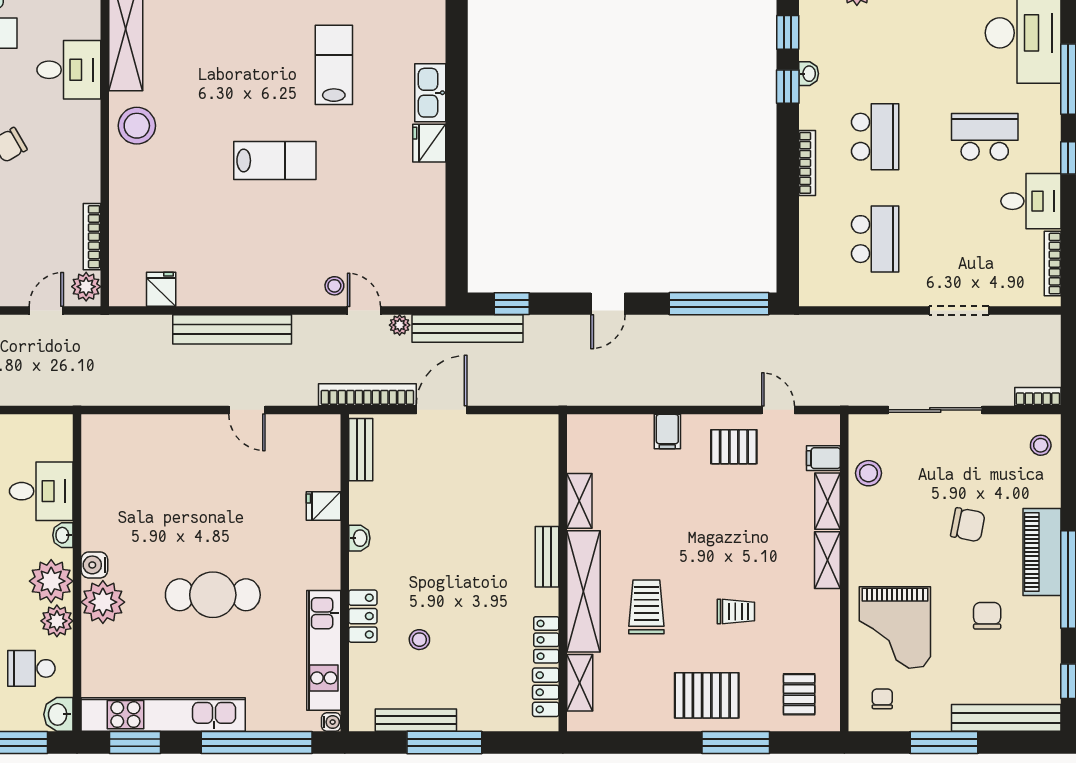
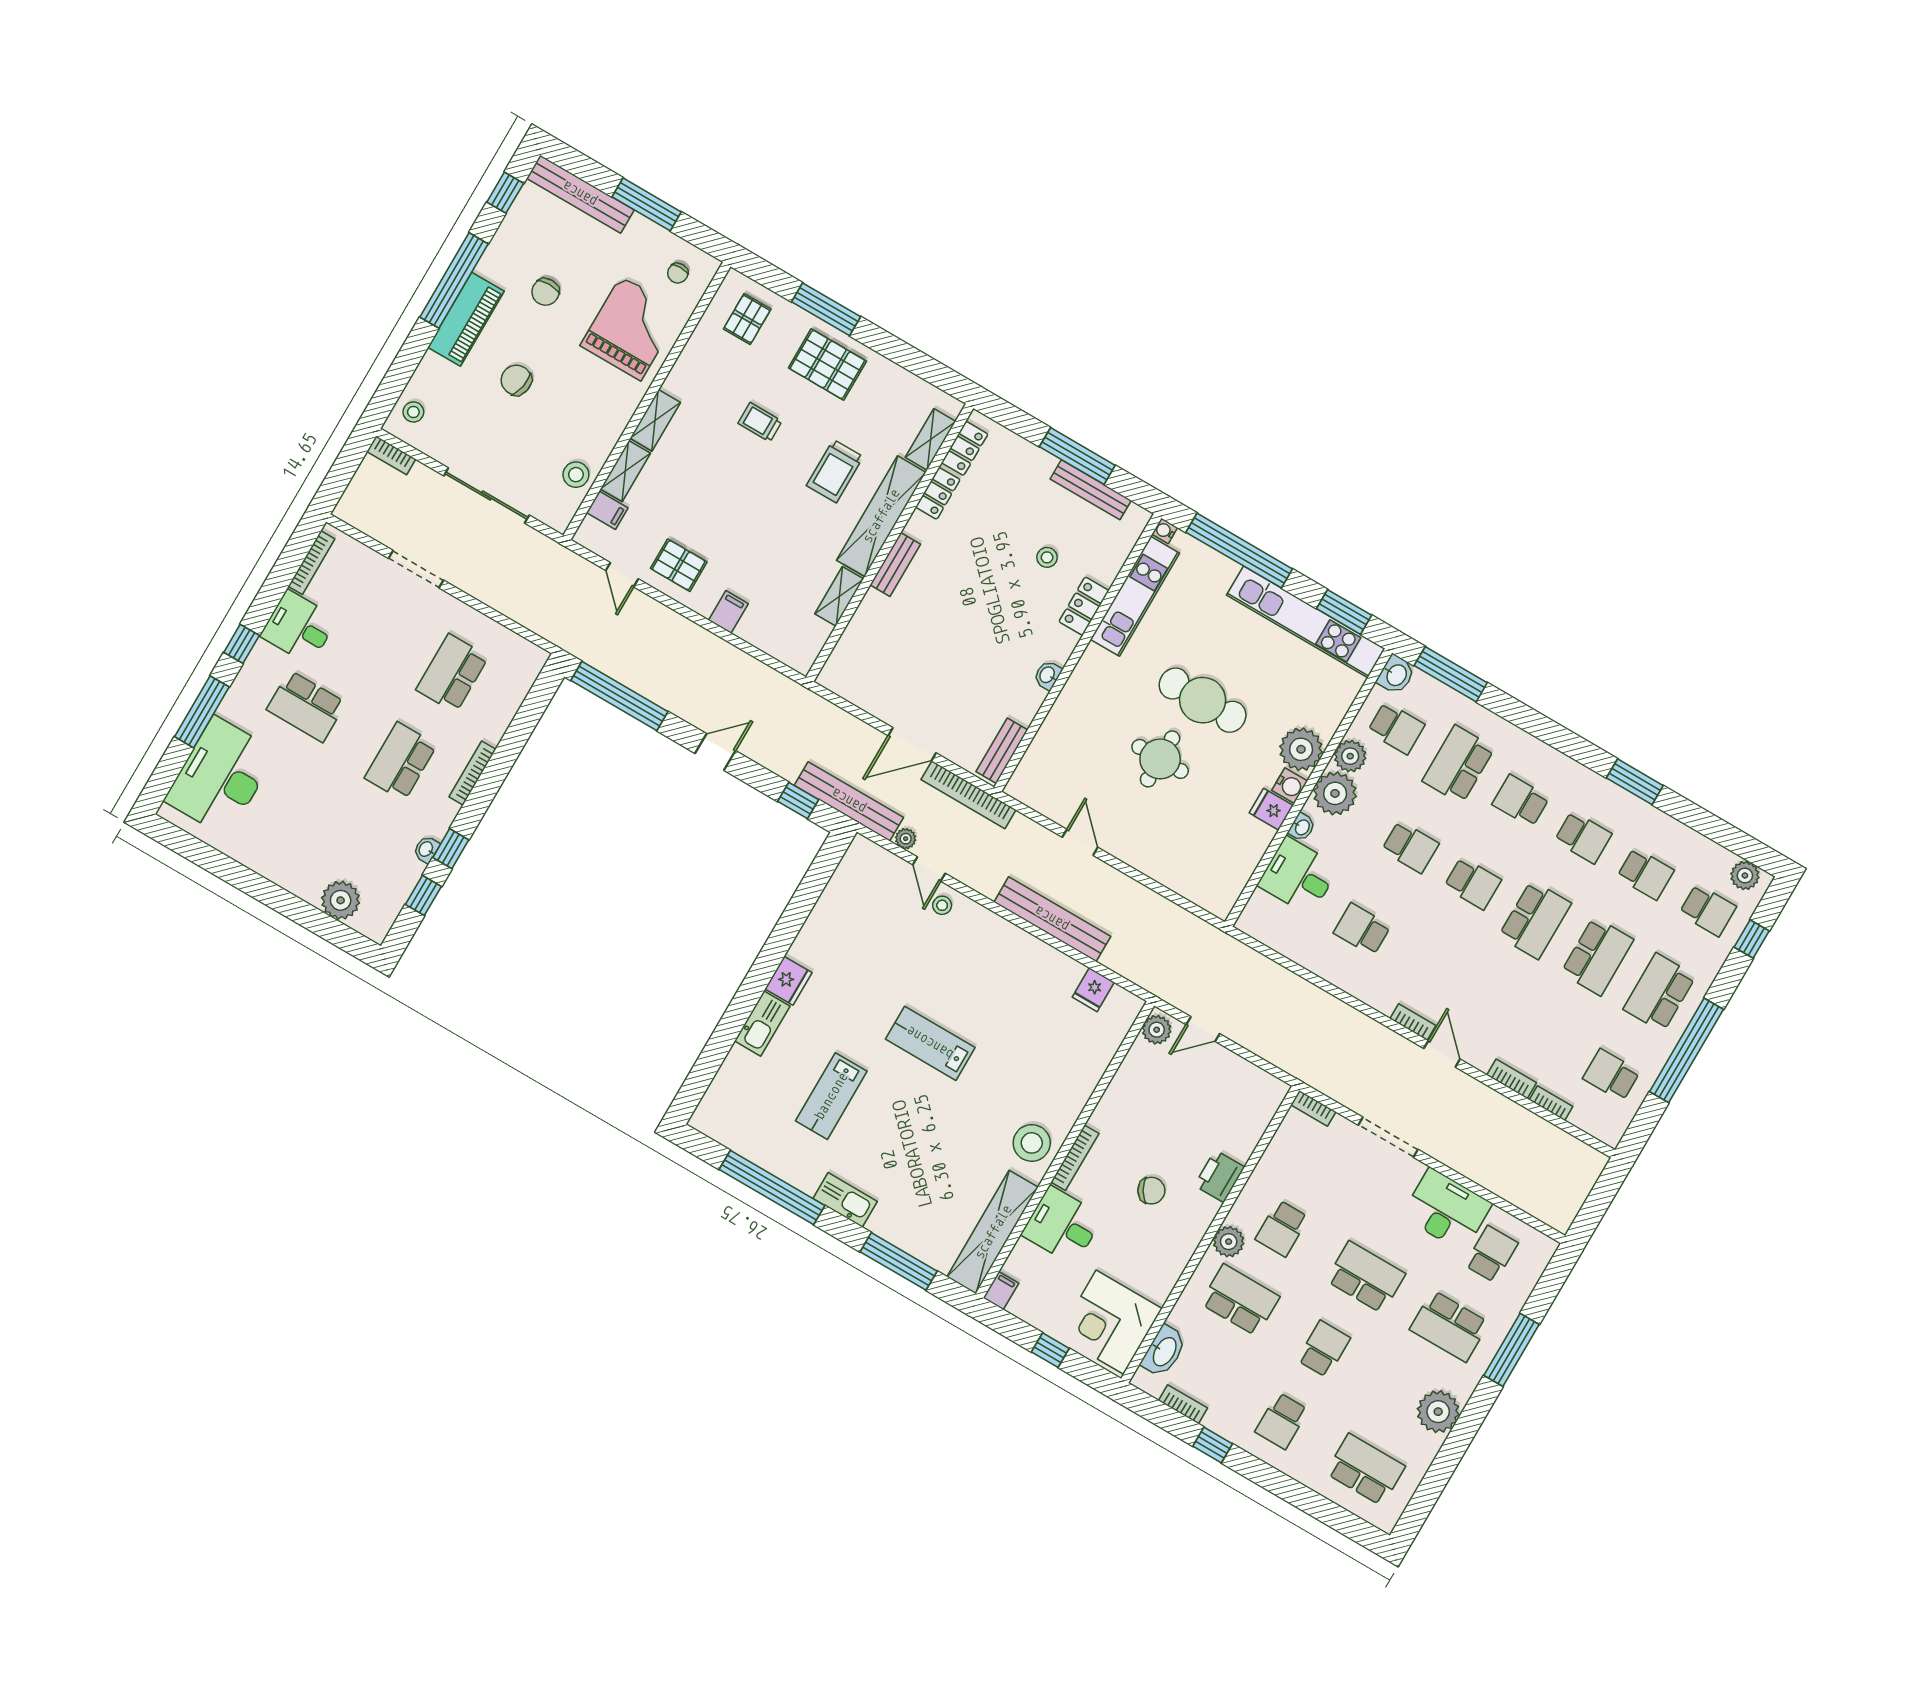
bookcase: (92, 237) -> (1075, 1158), moved
fridge: (323, 506) -> (1271, 809), moved, turned 180
round table: (220, 522) -> (1160, 759), added

